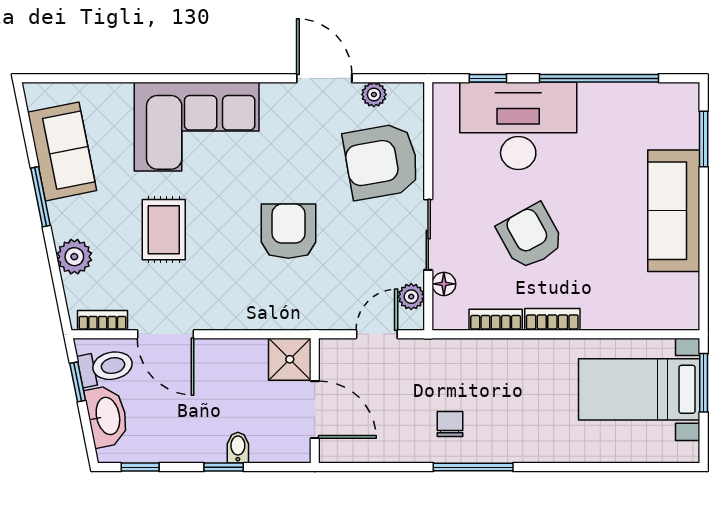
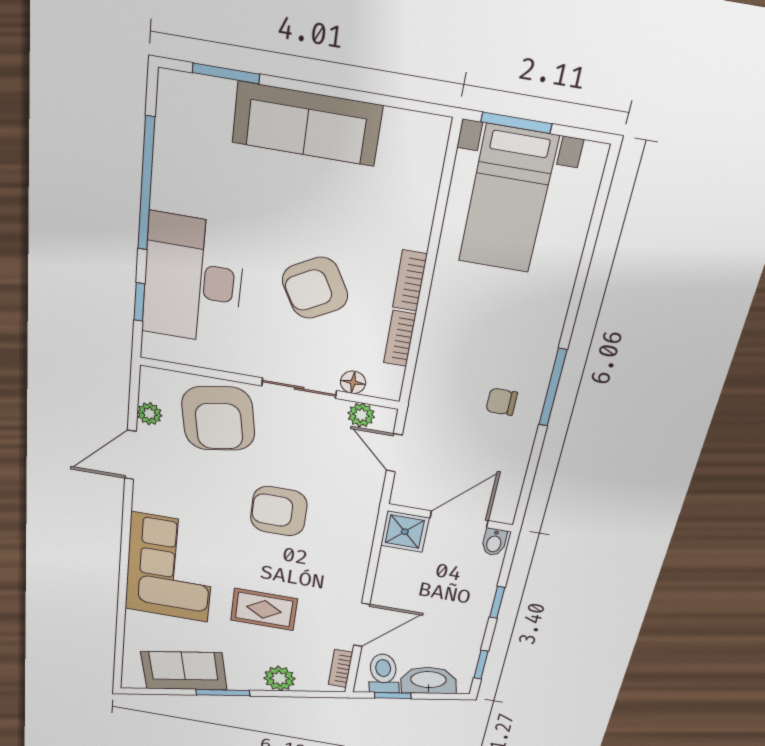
bidet: (238, 448) -> (494, 542), moved, turned -90

